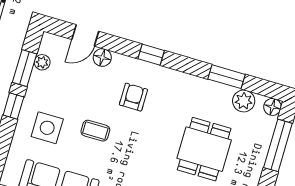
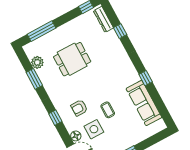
floor lamp: (272, 107) -> (28, 49), removed
side table: (47, 128) -> (94, 129), moved

